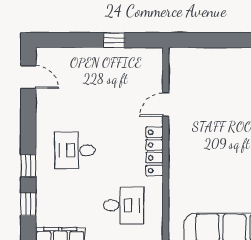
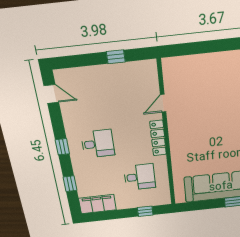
desk: (75, 150) -> (98, 144), turned 180
window: (28, 166) -> (62, 147), moved

